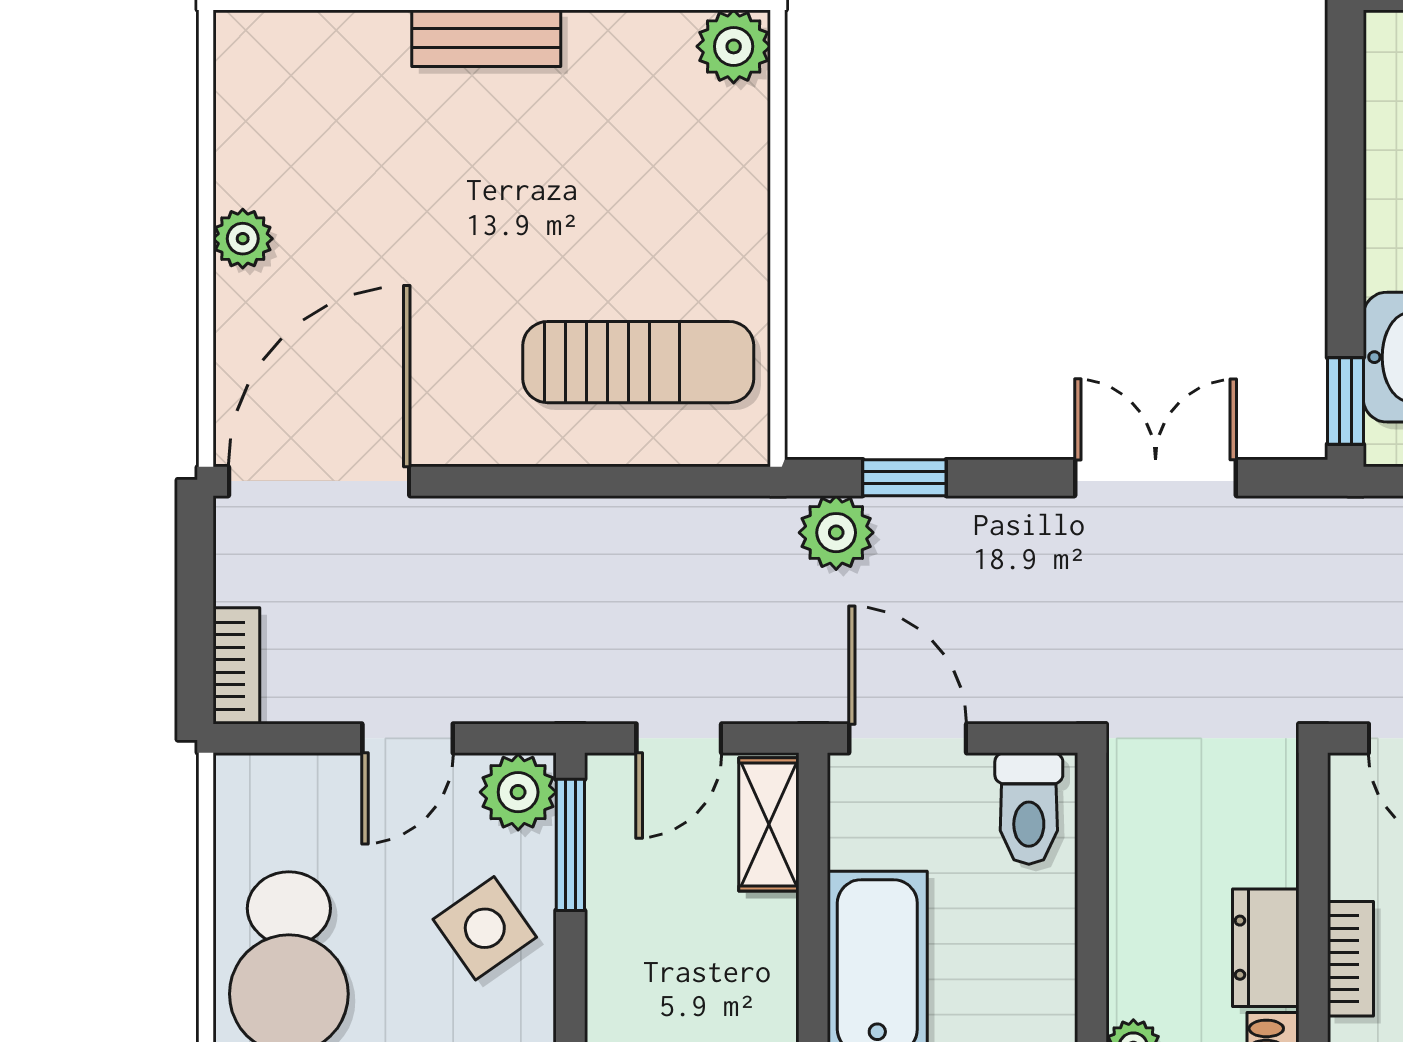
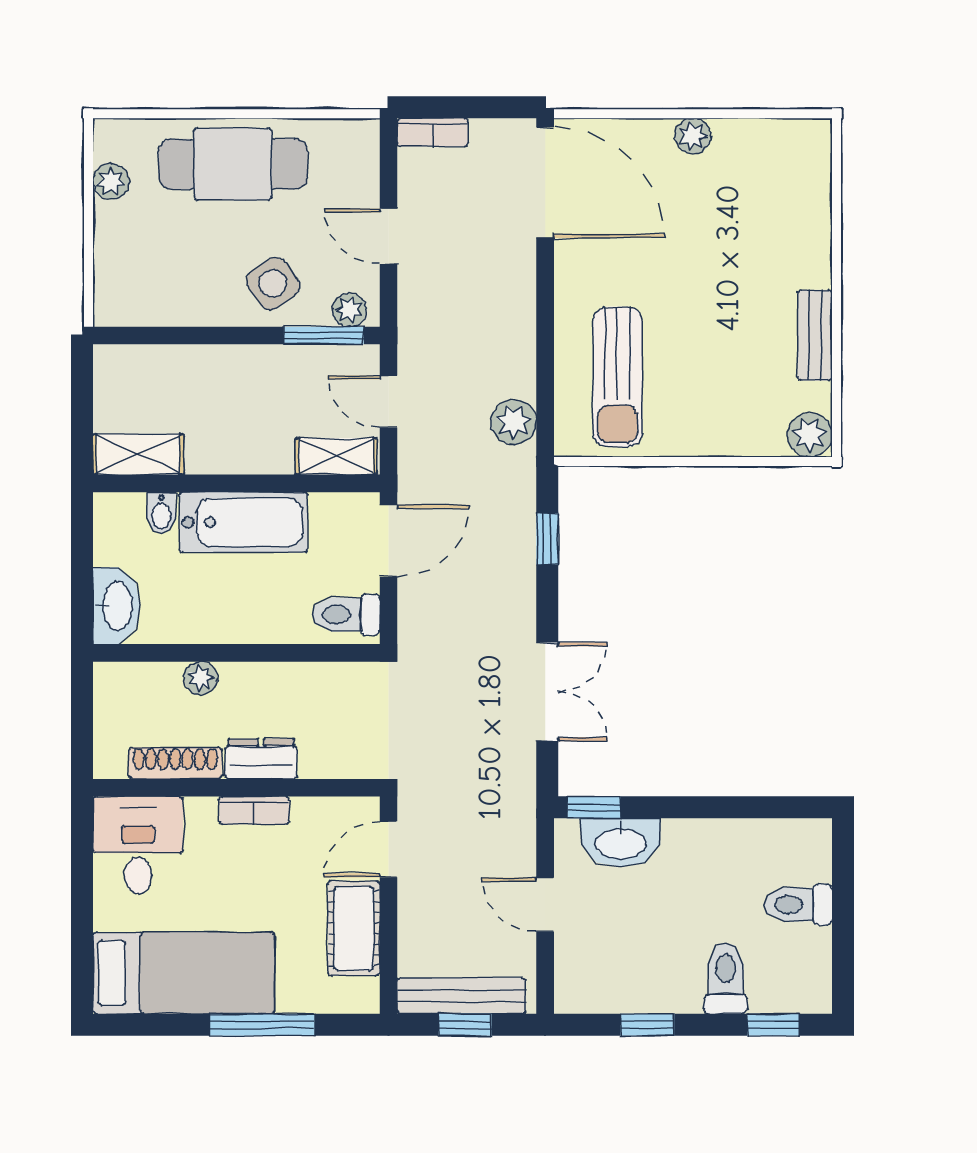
bench: (486, 38) -> (815, 335), moved
plant: (836, 533) -> (514, 422), moved
plant: (518, 792) -> (349, 310), width x0.73, depth x0.73

